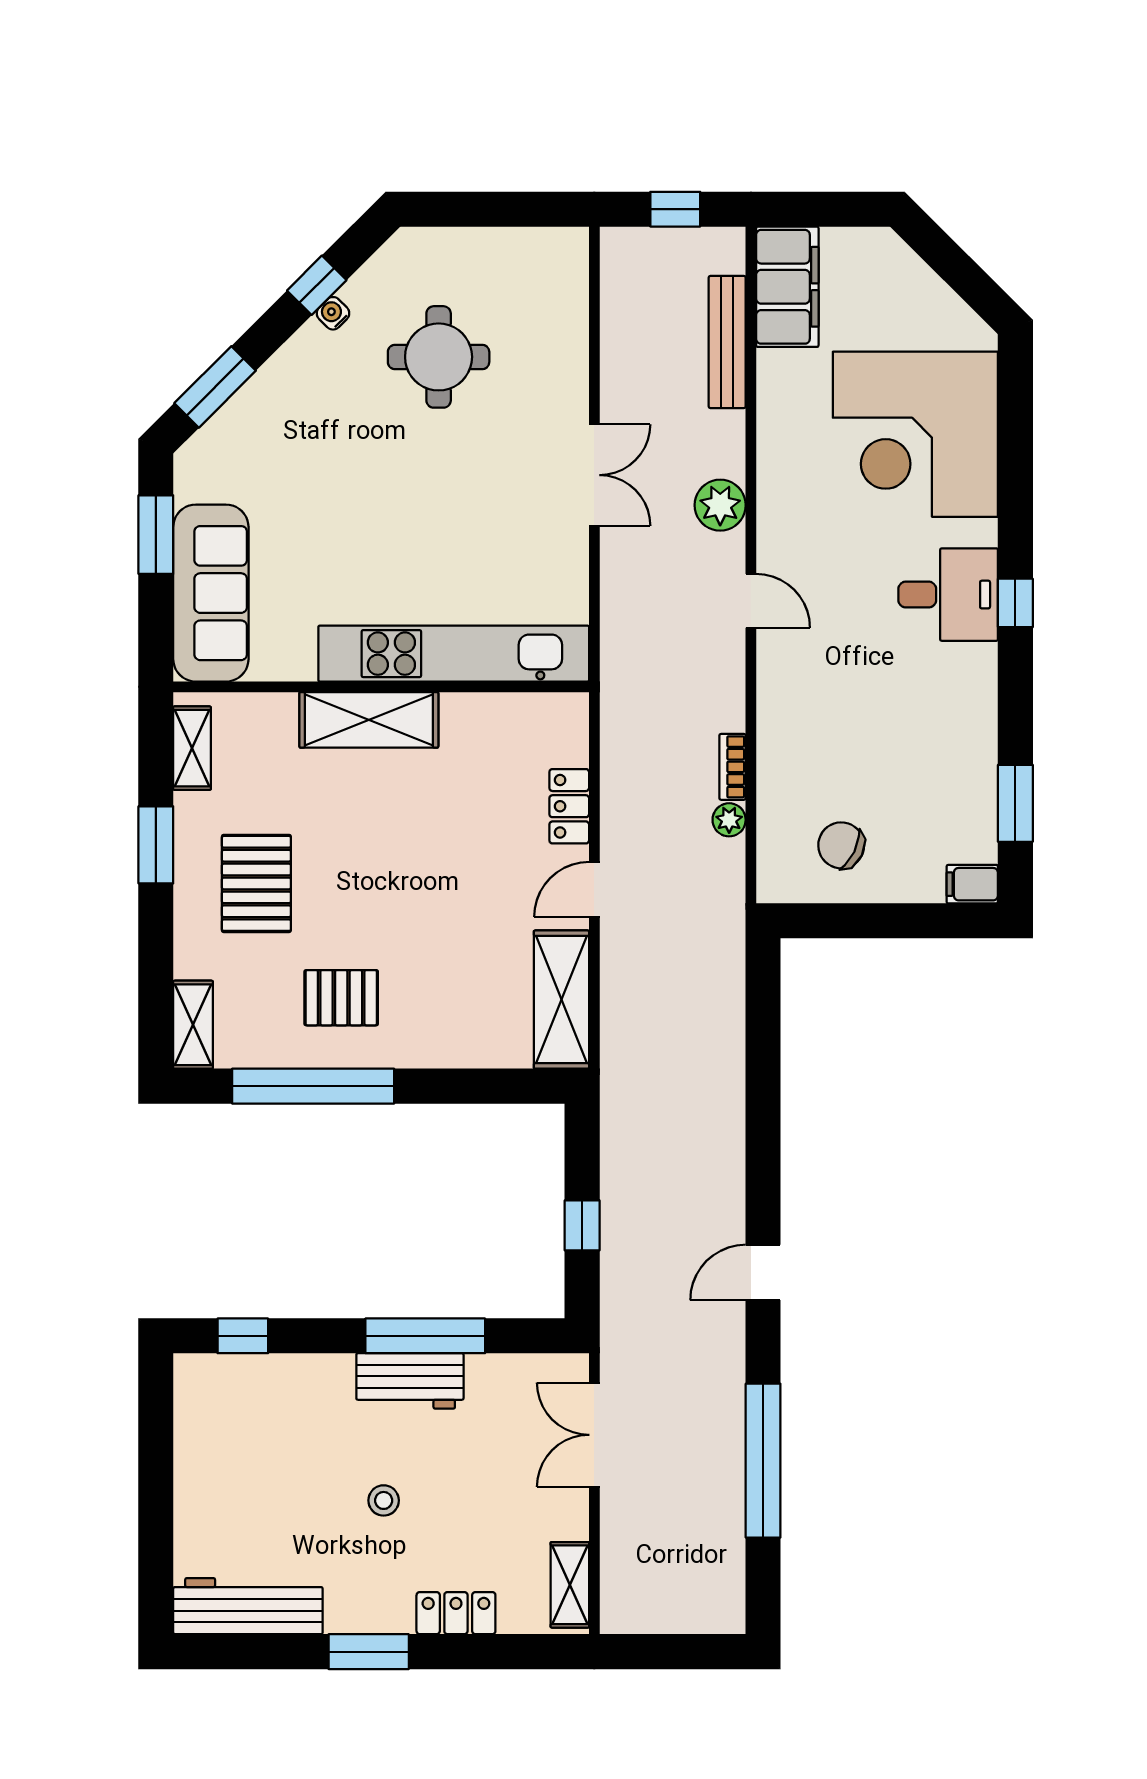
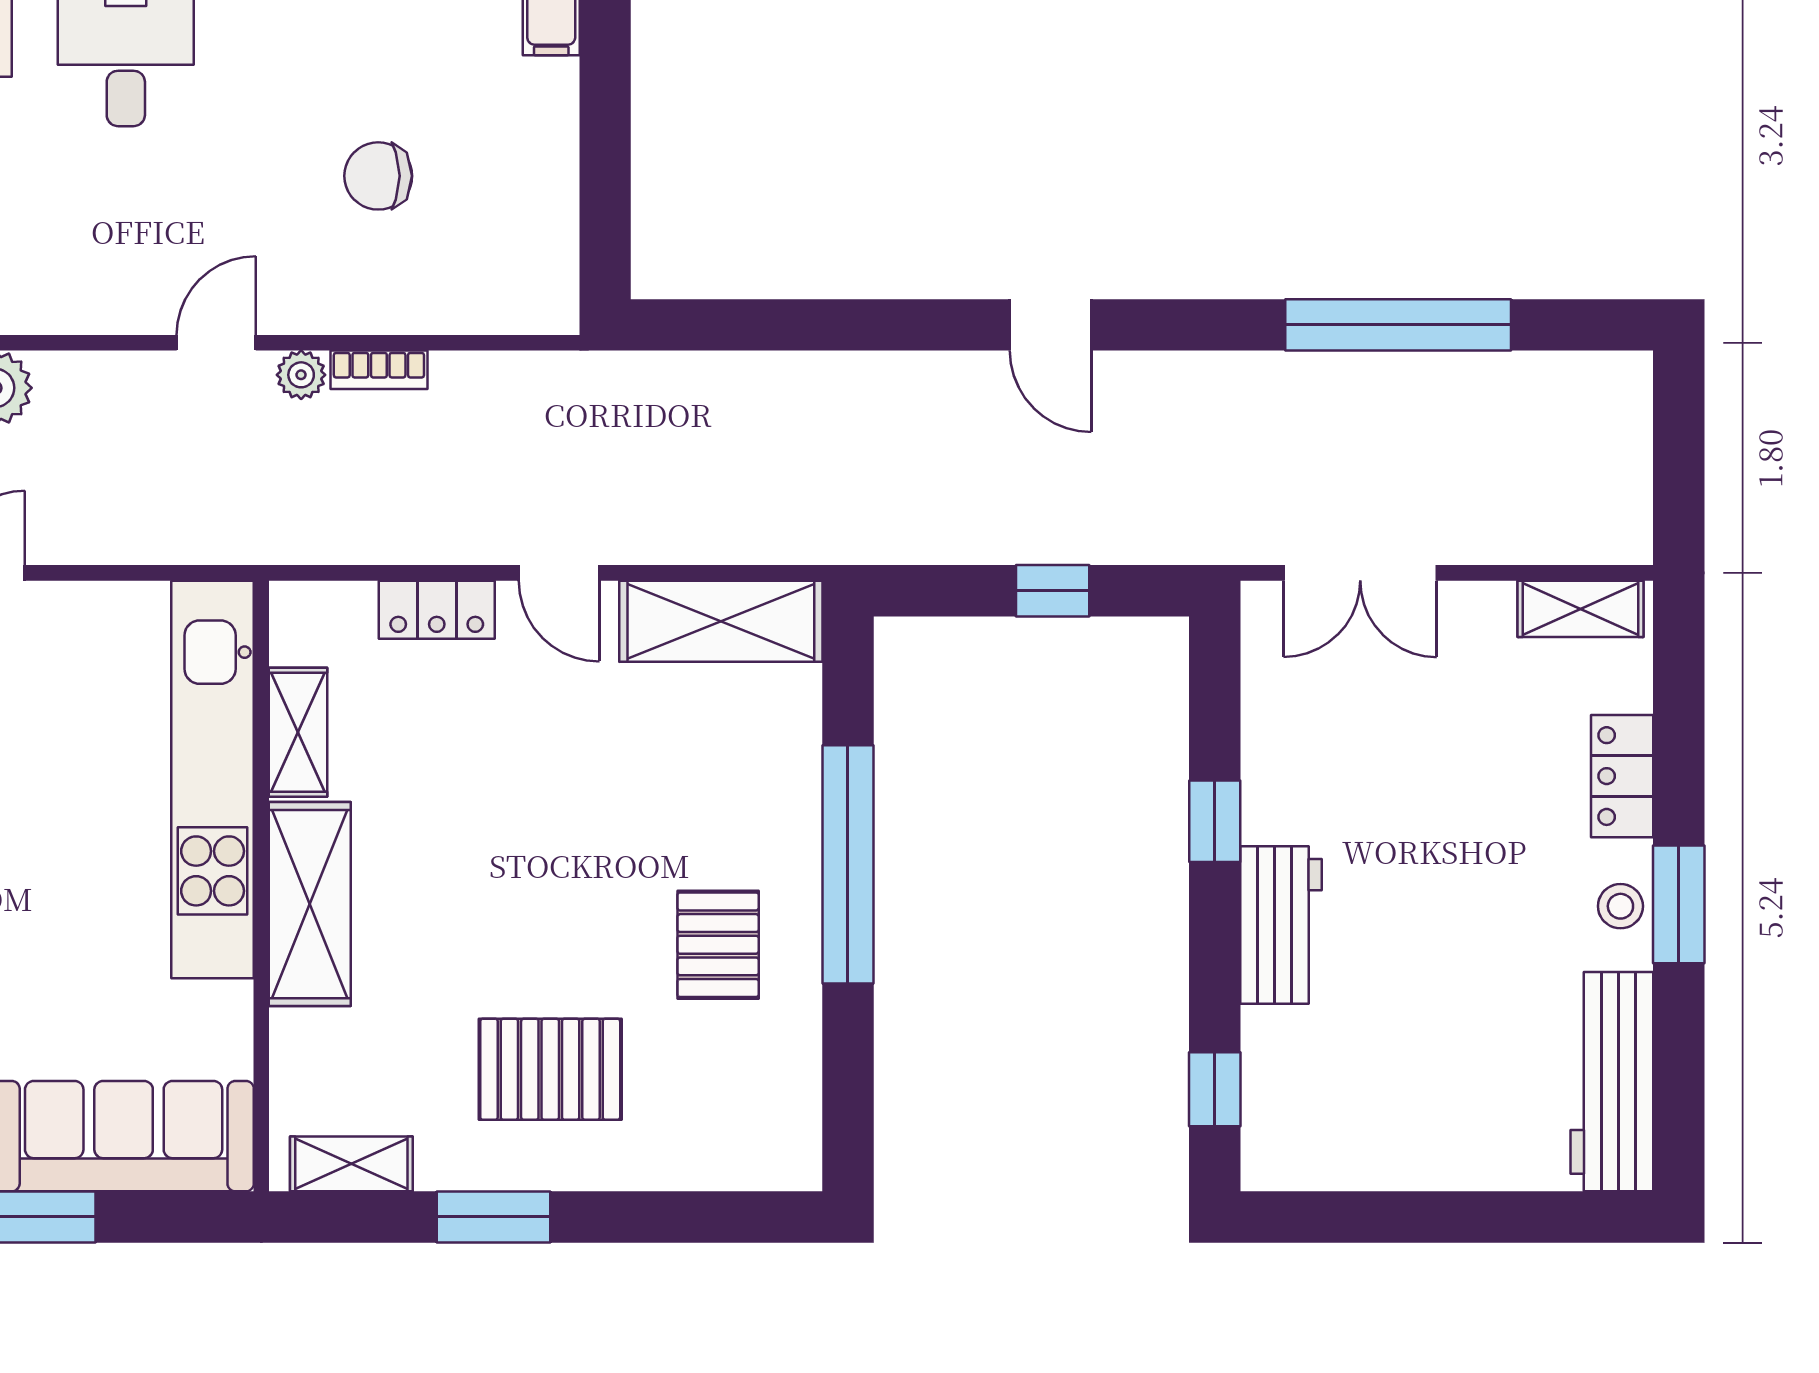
door: (751, 601) -> (216, 343), moved
plant: (729, 820) -> (301, 375), moved
chair: (841, 845) -> (378, 176), moved, turned 64
shelving: (193, 1025) -> (298, 732), moved, turned 90
window: (313, 1086) -> (848, 864), moved
door: (763, 1272) -> (1050, 325), moved
window: (425, 1336) -> (1215, 821), width x0.46
workbench: (410, 1381) -> (1281, 925), moved
stool: (384, 1500) -> (1620, 906), moved

